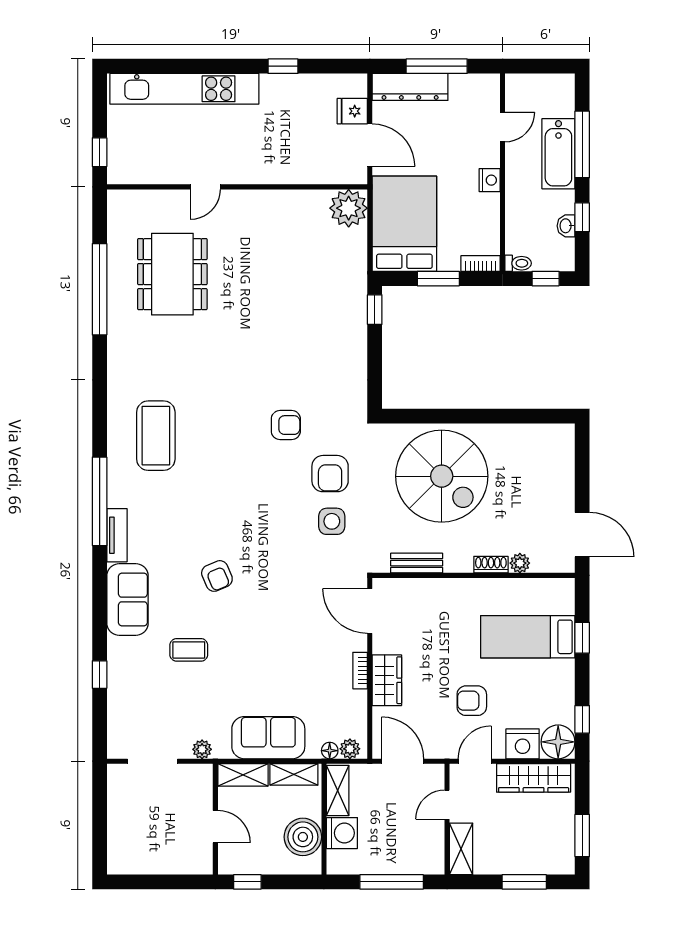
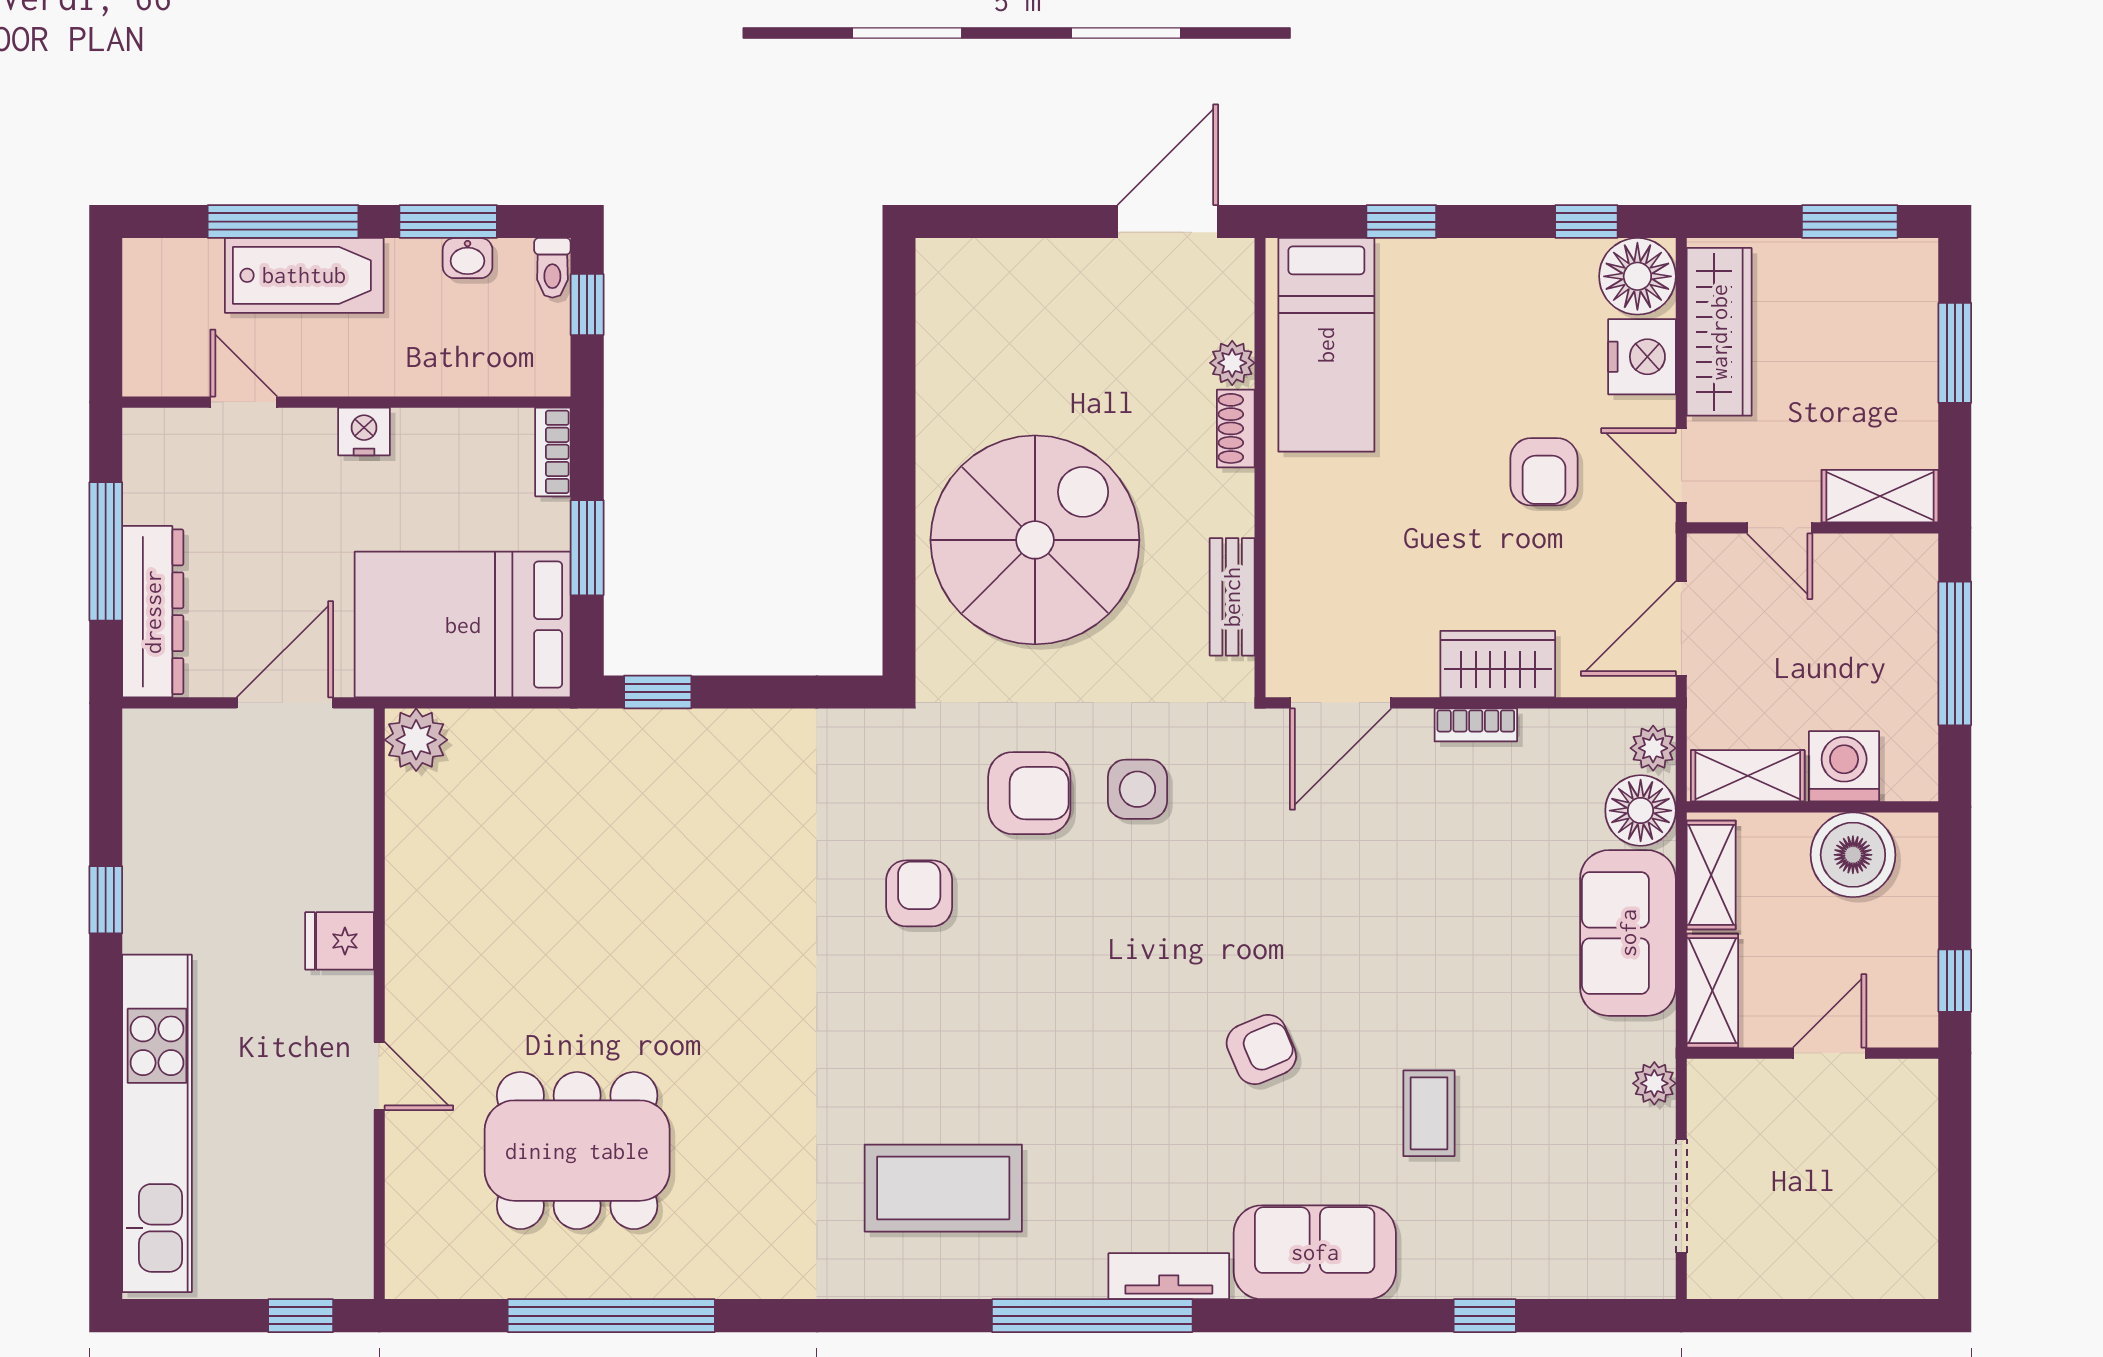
fridge: (352, 111) -> (339, 941), moved, turned 90
plant: (349, 208) -> (416, 740), width x0.73, depth x0.73
window: (582, 217) -> (448, 222), width x1.50
toilet: (518, 263) -> (552, 268), moved, turned 180
bed: (528, 637) -> (1326, 345), moved
floor lamp: (330, 751) -> (1641, 811), width x1.89, depth x1.89

